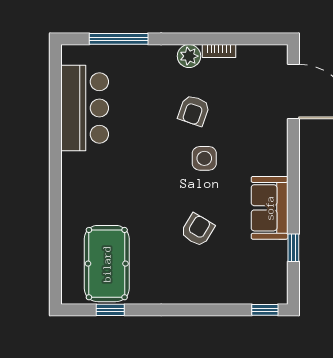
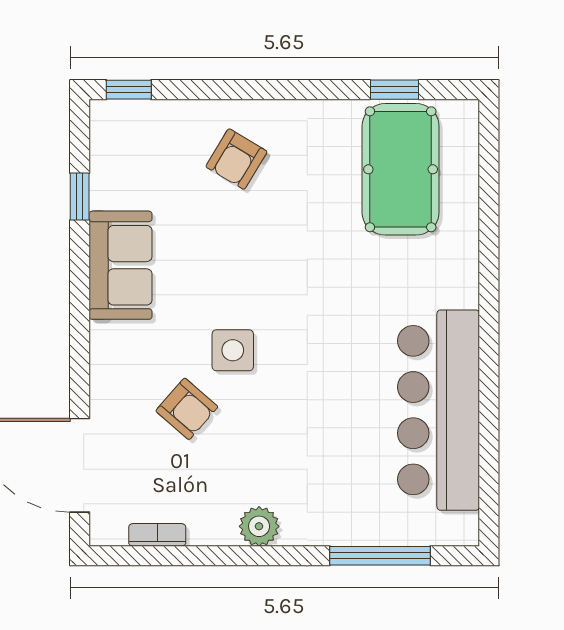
bookcase: (219, 51) -> (157, 535), moved
bar counter: (85, 108) -> (439, 410), width x1.36
armchair: (194, 110) -> (187, 409), moved, turned 112
armchair: (198, 230) -> (236, 159), moved

